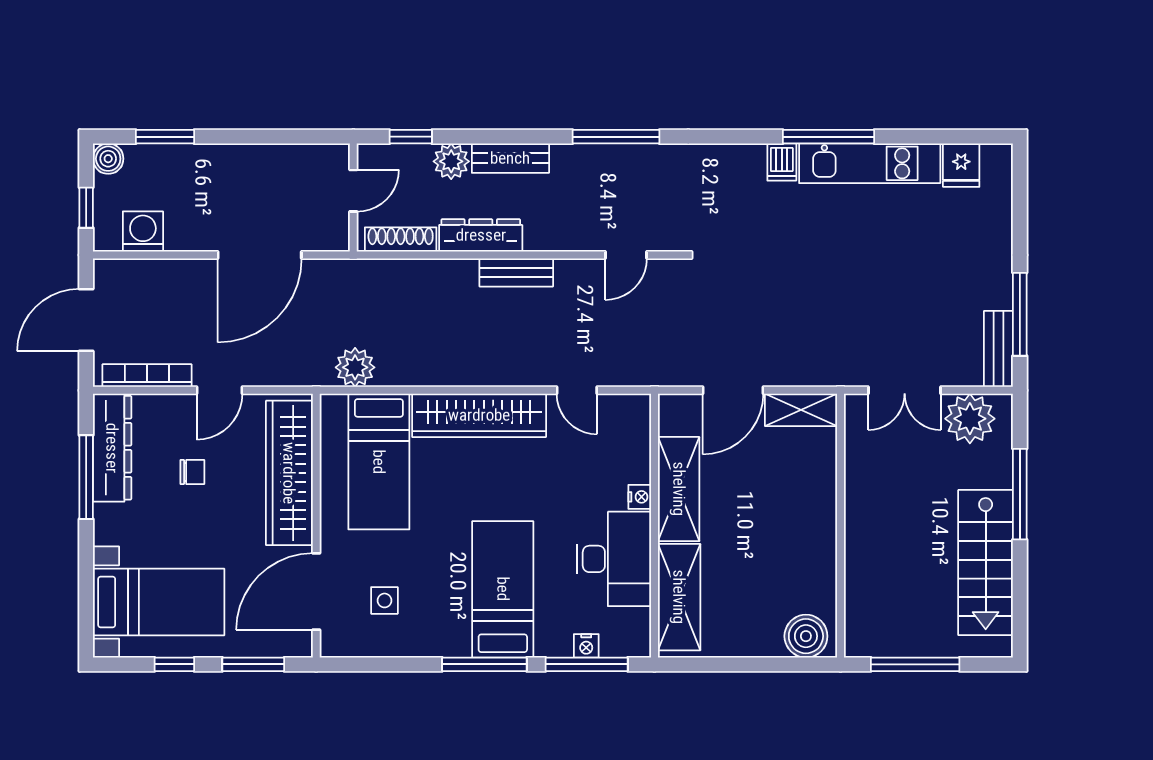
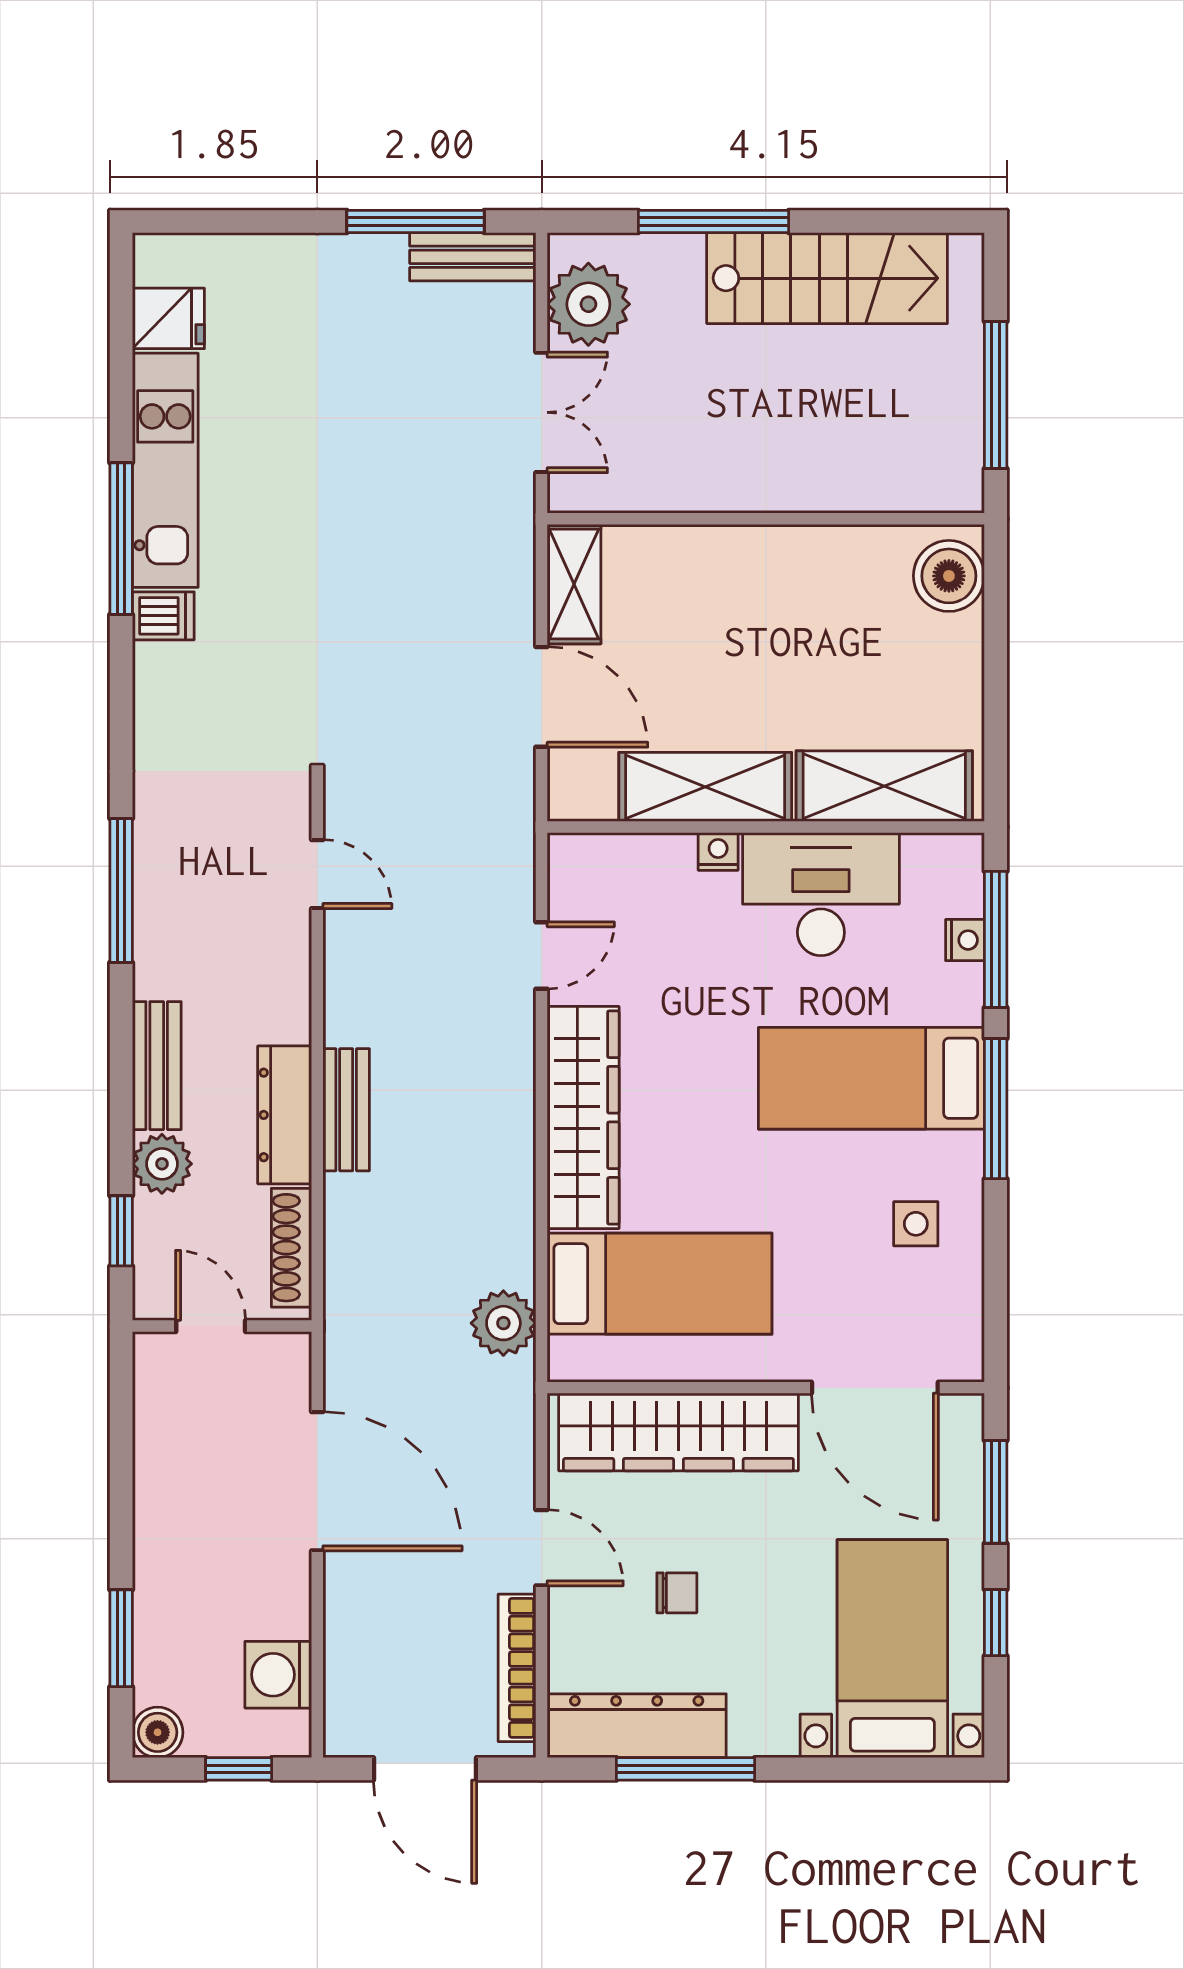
bench: (516, 272) -> (346, 1110), moved
chair: (192, 472) -> (677, 1593), turned 90
side table: (384, 600) -> (916, 1224), moved

